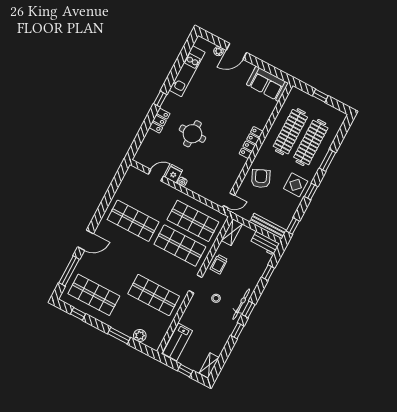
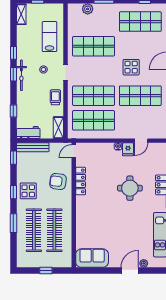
locker: (251, 142) -> (81, 181), moved
armchair: (261, 179) -> (58, 181), turned 121
display table: (127, 254) -> (131, 67), added
lab bench: (178, 342) -> (50, 37), moved

